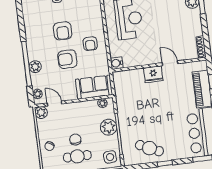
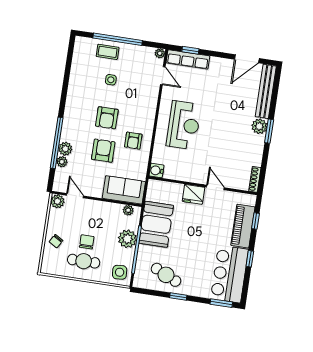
armchair: (67, 59) -> (103, 151), turned 90
plant: (37, 94) -> (62, 162), moved
booth: (129, 108) -> (156, 224), added

